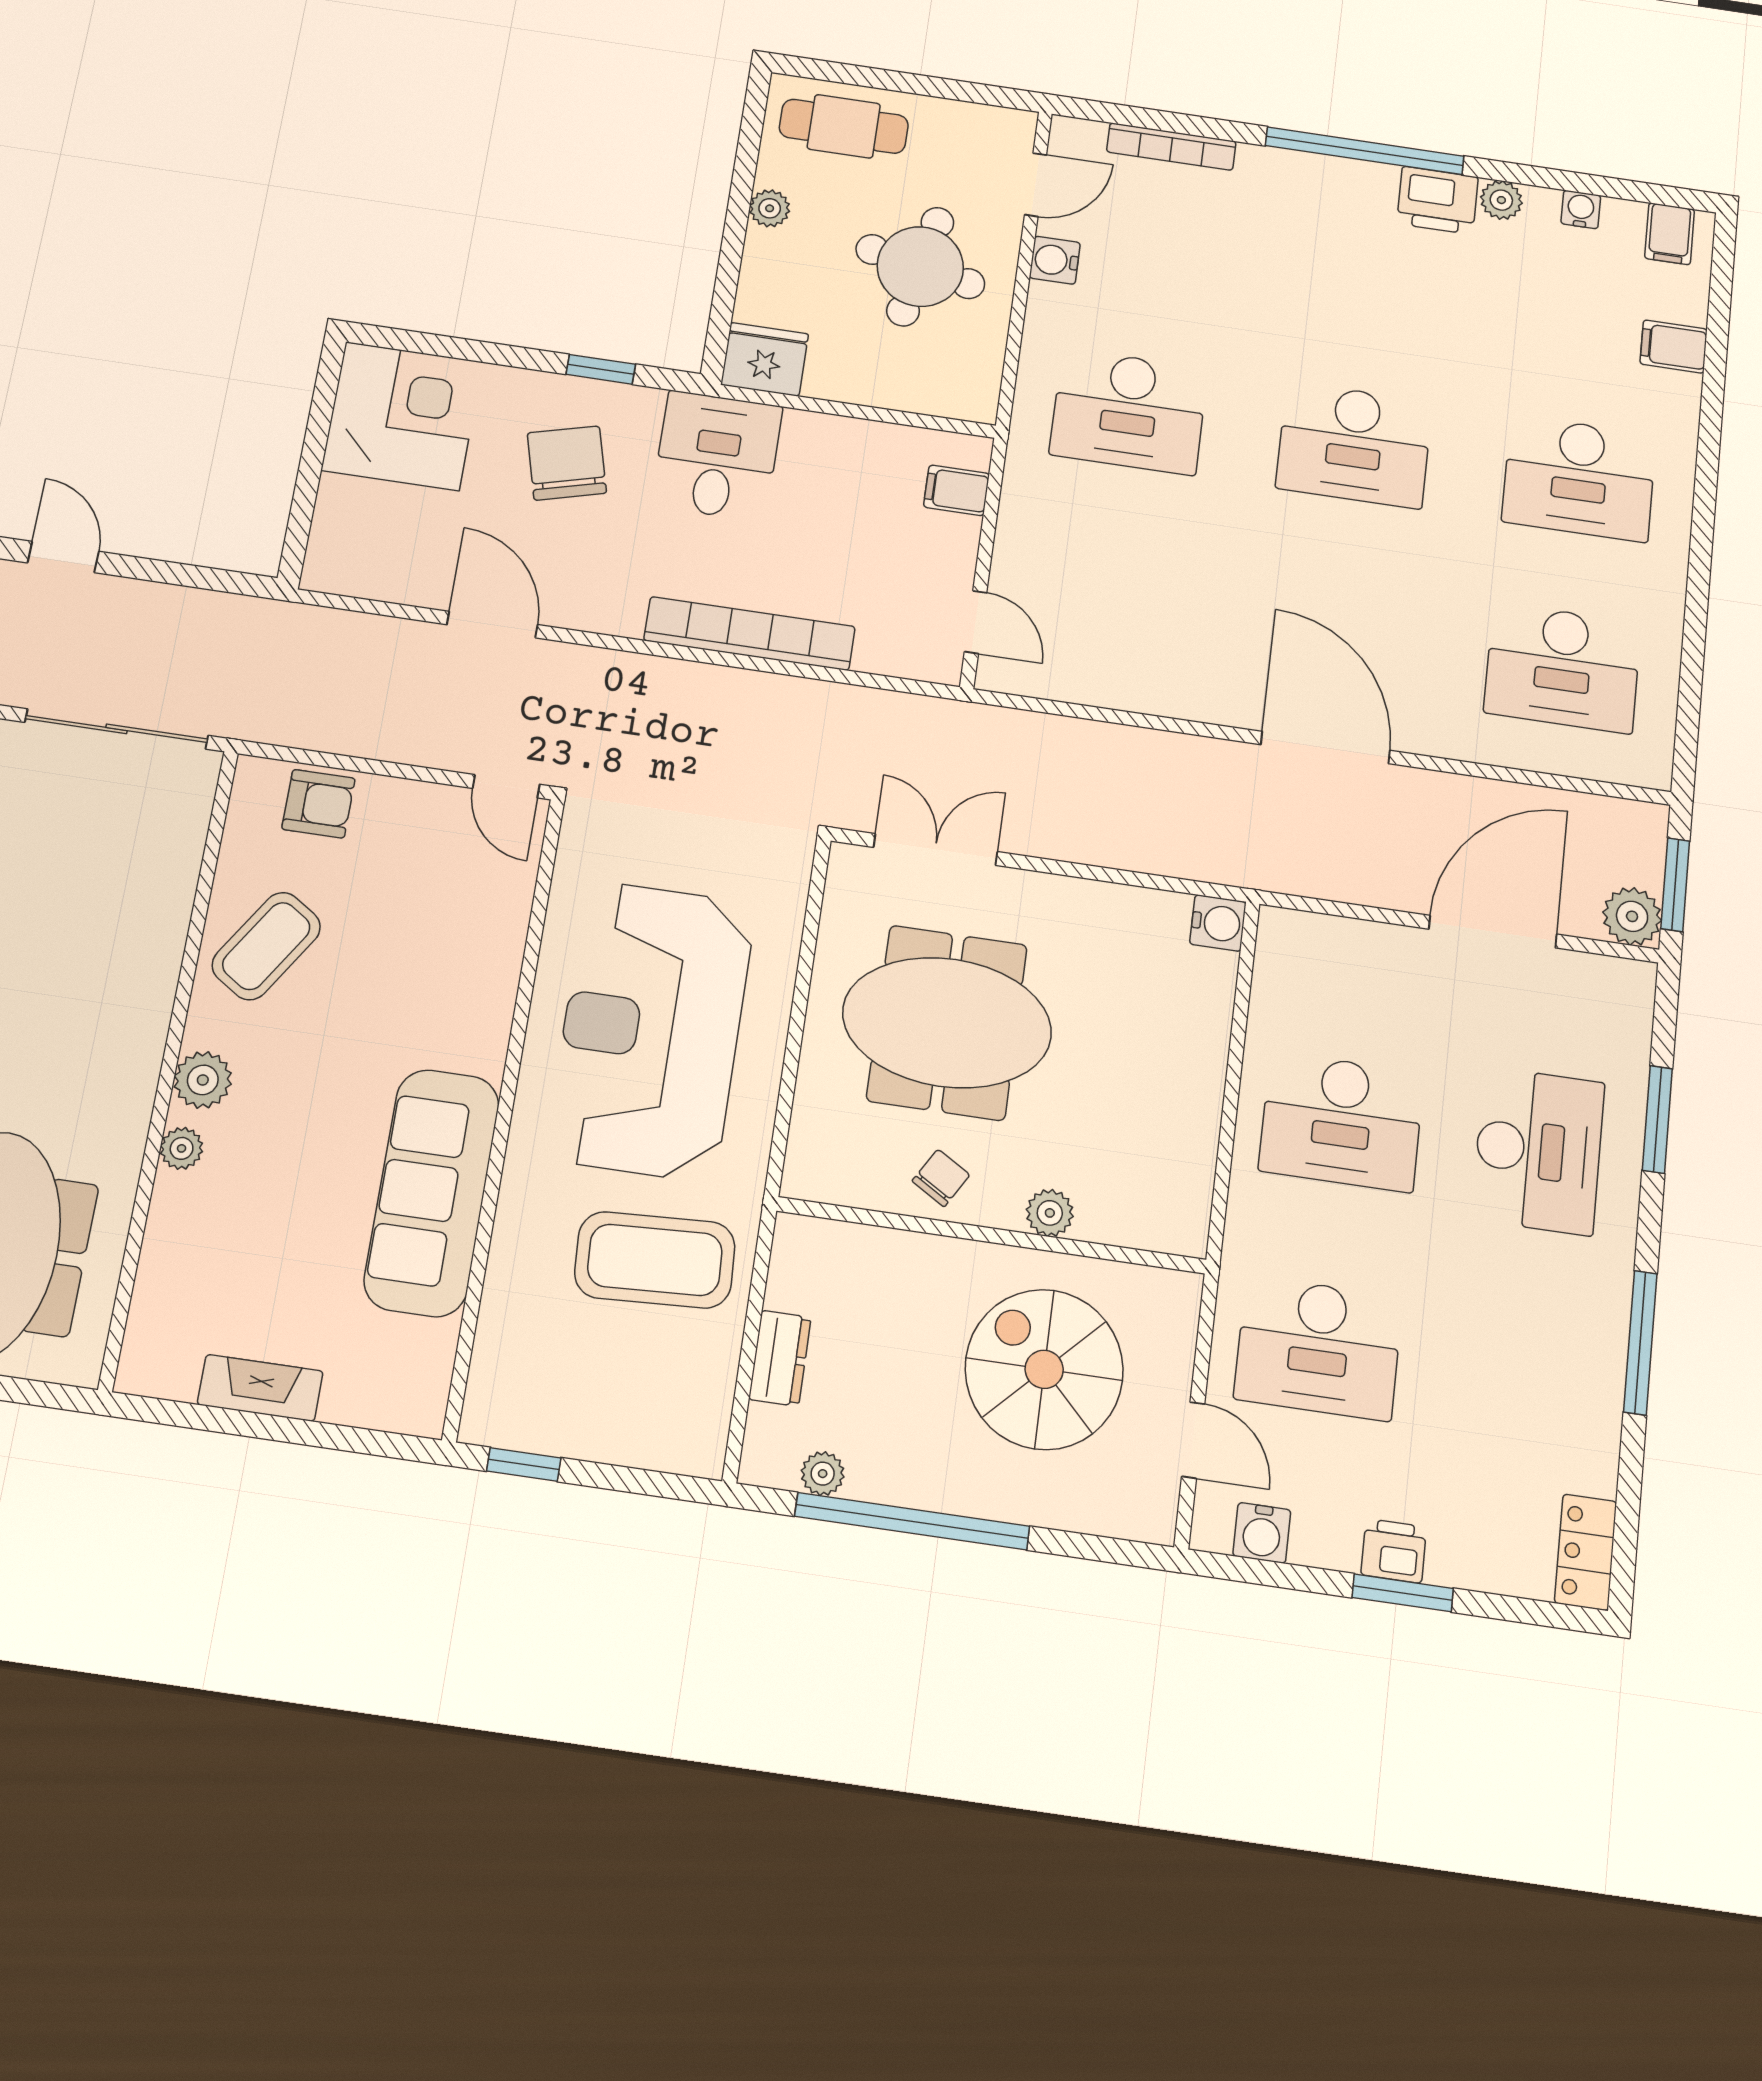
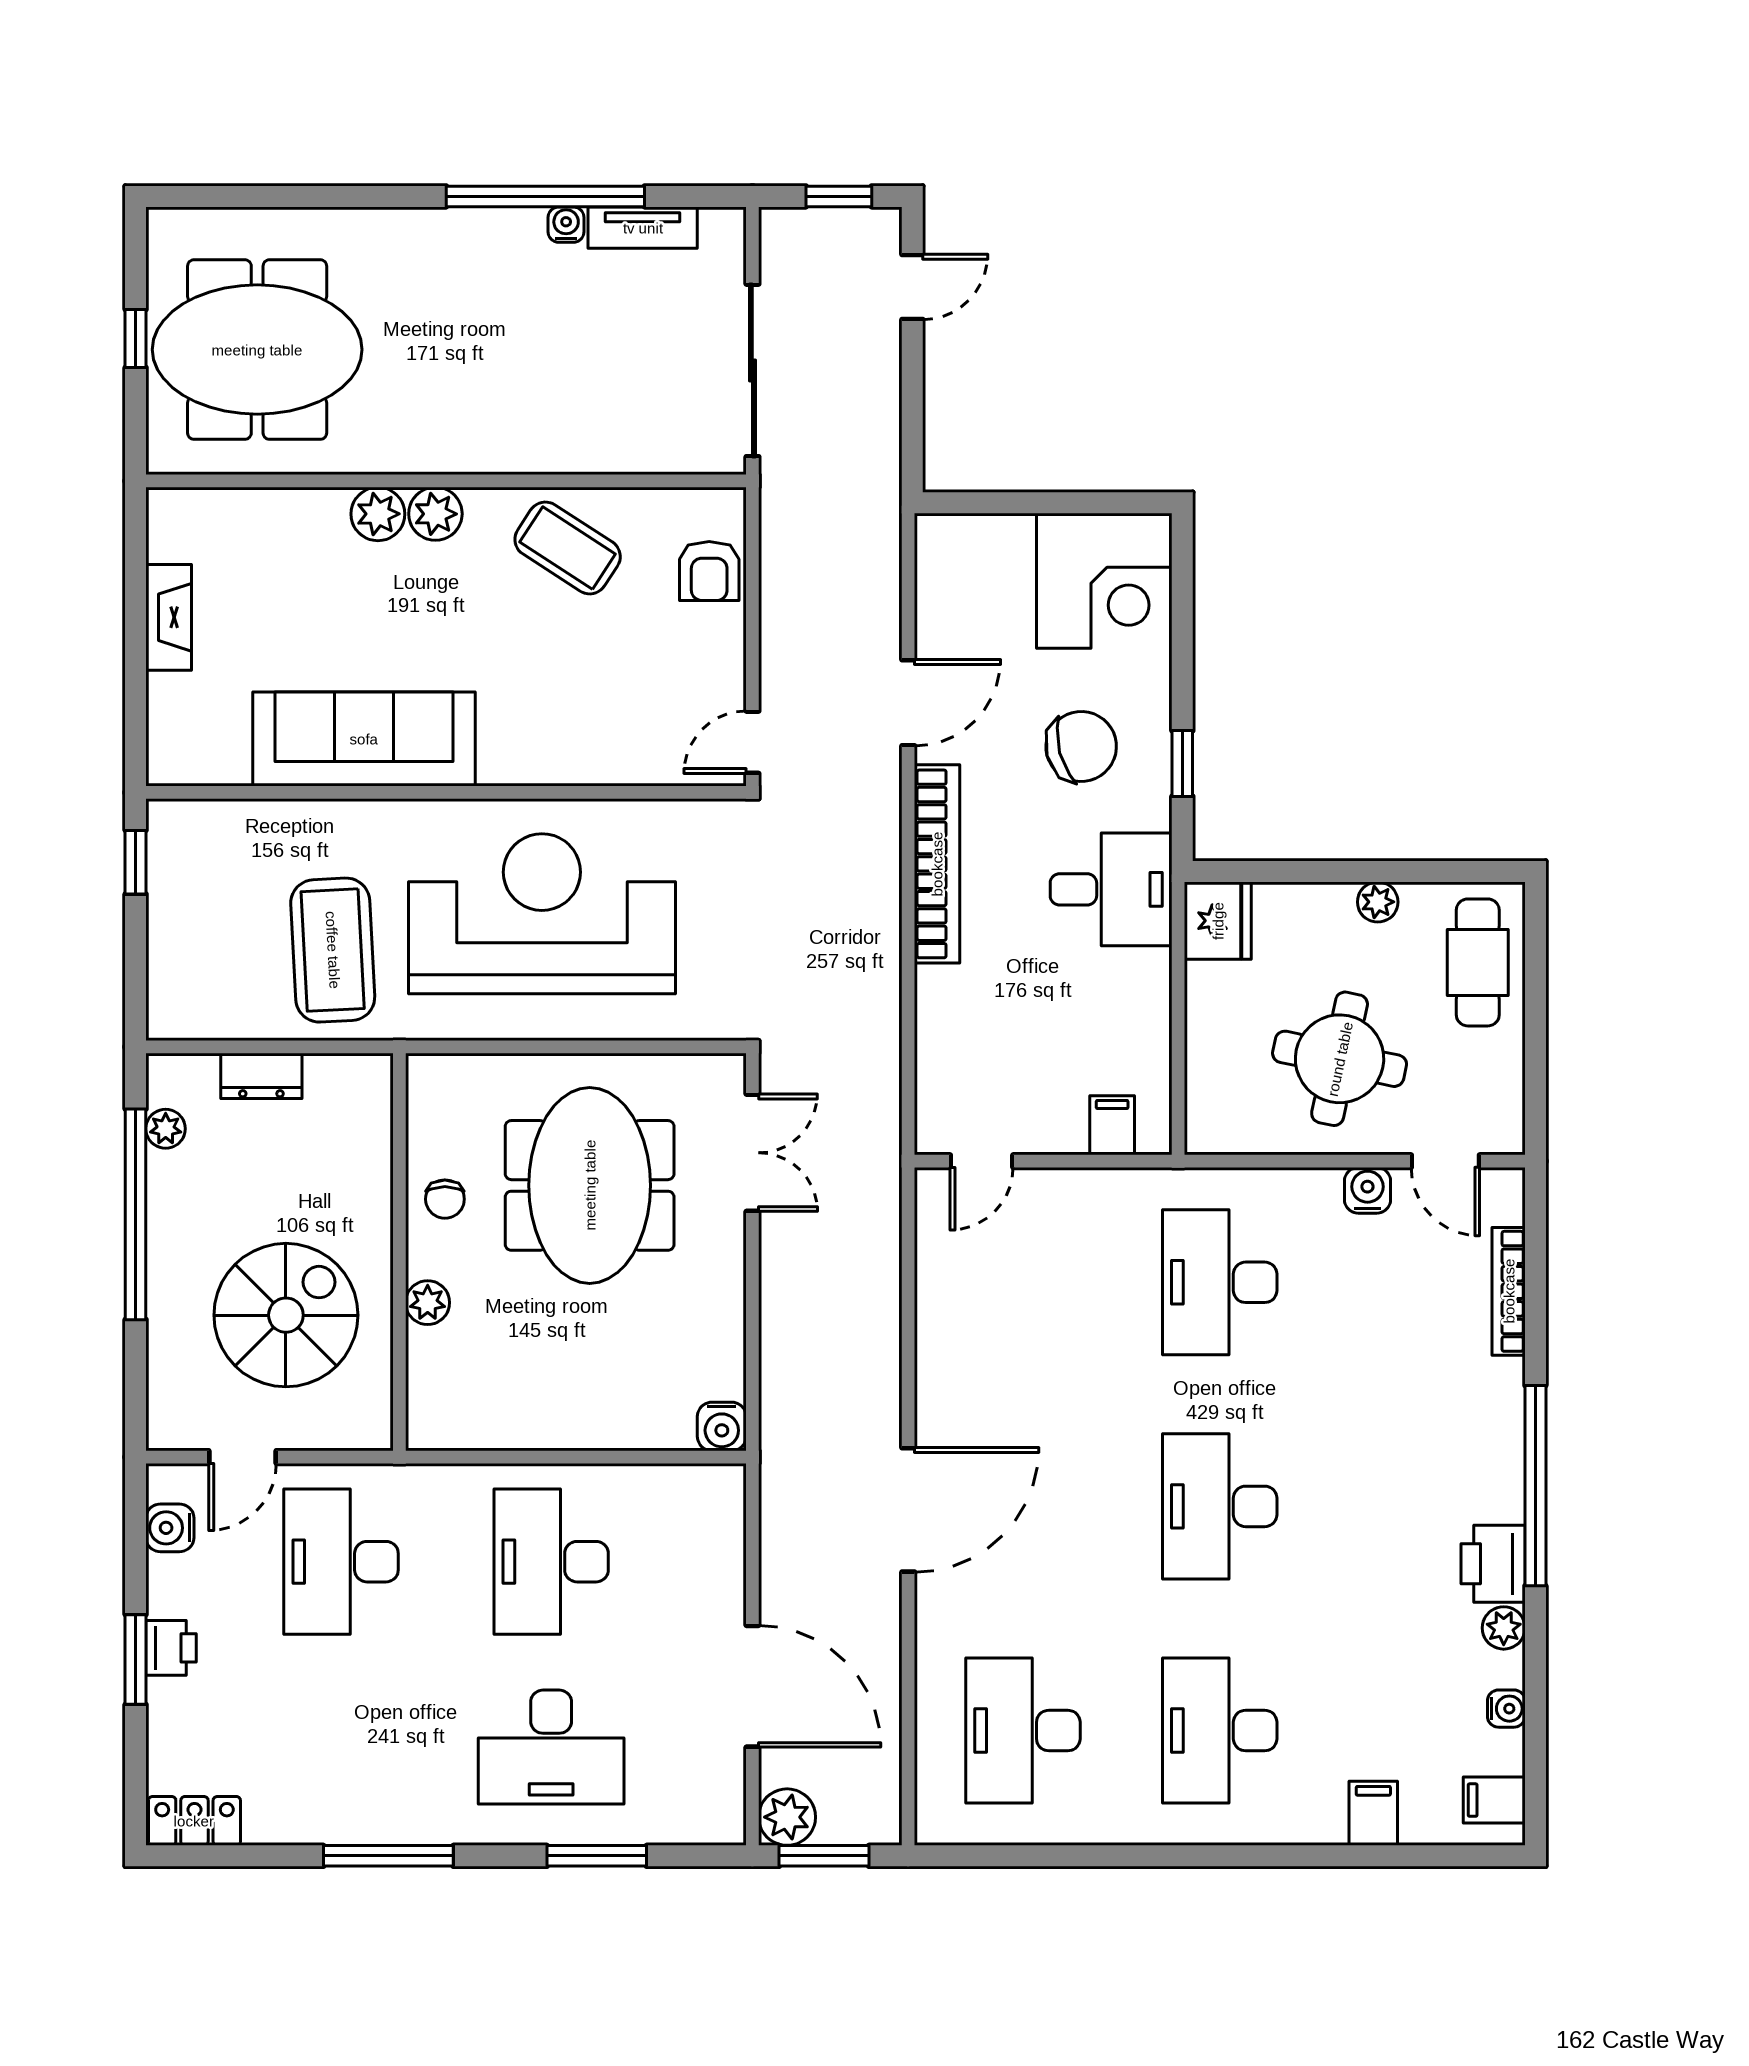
bookcase: (749, 633) -> (937, 864), moved
plant: (182, 1148) -> (378, 514), width x1.38, depth x1.38
chair: (941, 1178) -> (445, 1199), turned 59

